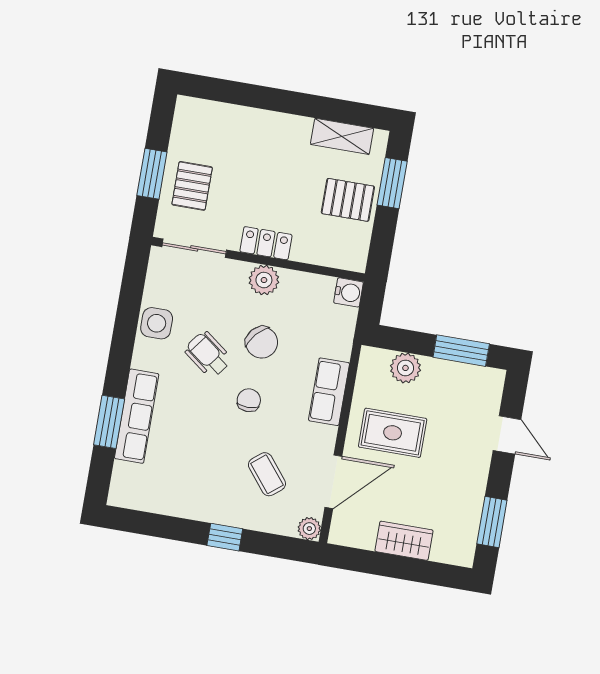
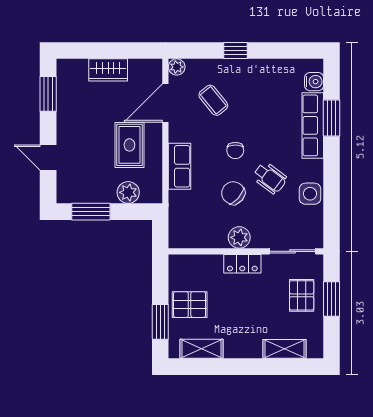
shelving: (228, 117) -> (284, 349), added
water cooler: (349, 292) -> (314, 82), moved, turned 180
rug: (393, 433) -> (129, 145), turned 90

